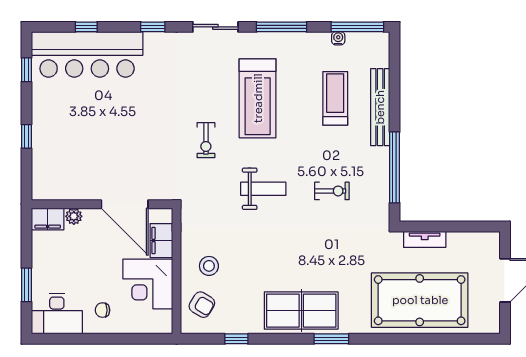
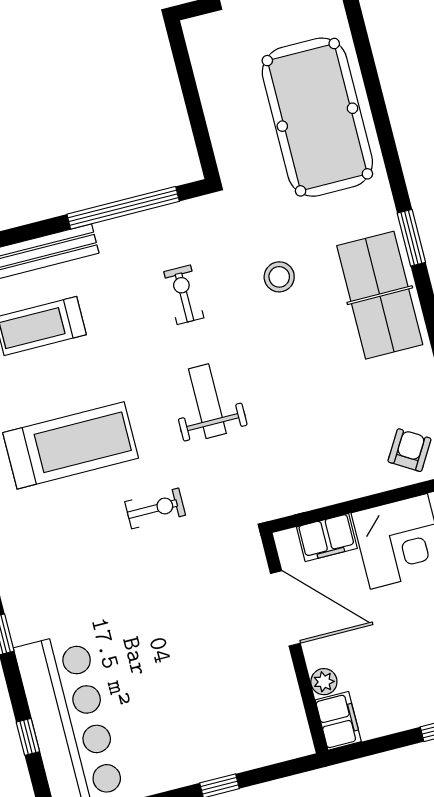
door: (125, 204) -> (285, 608), hinge flipped
tv unit: (425, 239) -> (222, 133), removed
stool: (209, 266) -> (279, 277), moved

